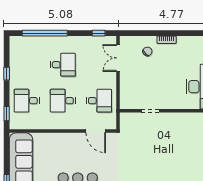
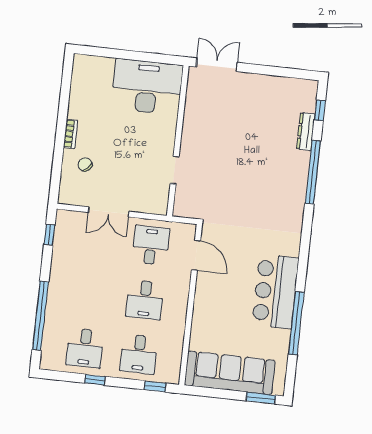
double door: (118, 58) -> (109, 212), moved
desk: (63, 65) -> (85, 348), moved, turned 180
door: (96, 131) -> (196, 255), hinge flipped

